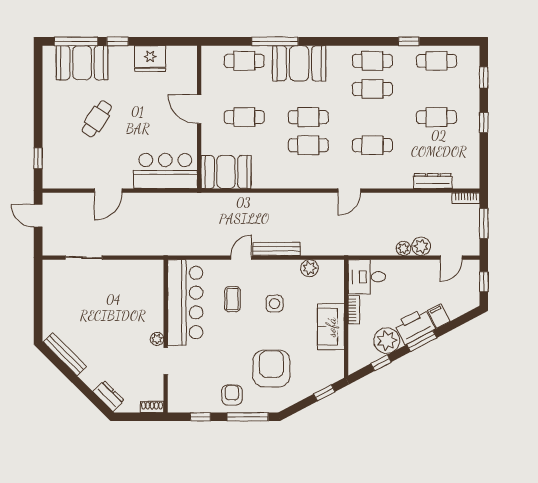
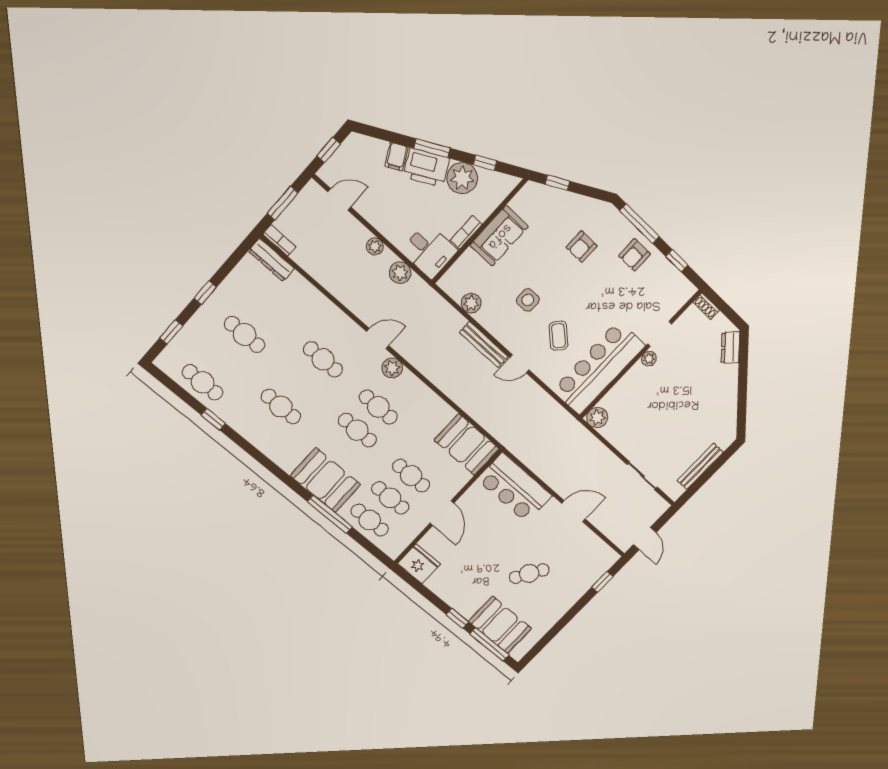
fridge: (150, 59) -> (419, 564), moved
cafe table: (372, 61) -> (390, 498), moved
plant: (323, 180) -> (392, 368), added
dresser: (433, 181) -> (271, 260), moved
plant: (421, 246) -> (400, 273), moved
plant: (154, 269) -> (597, 418), added
coffee table: (232, 299) -> (559, 336), turned -48
bench: (65, 354) -> (700, 466), moved, turned 45
armchair: (271, 369) -> (582, 247), width x0.53, depth x0.53

